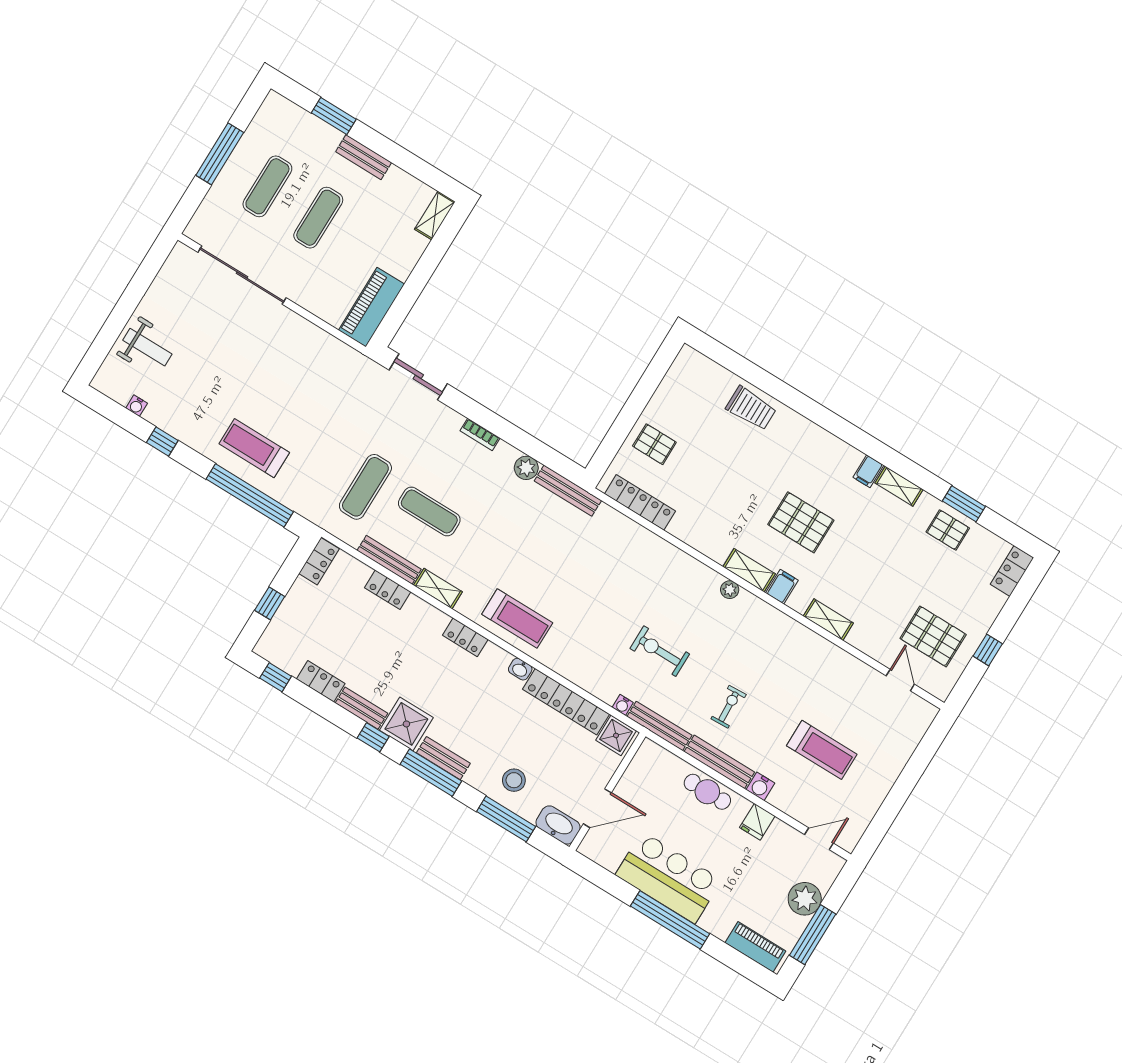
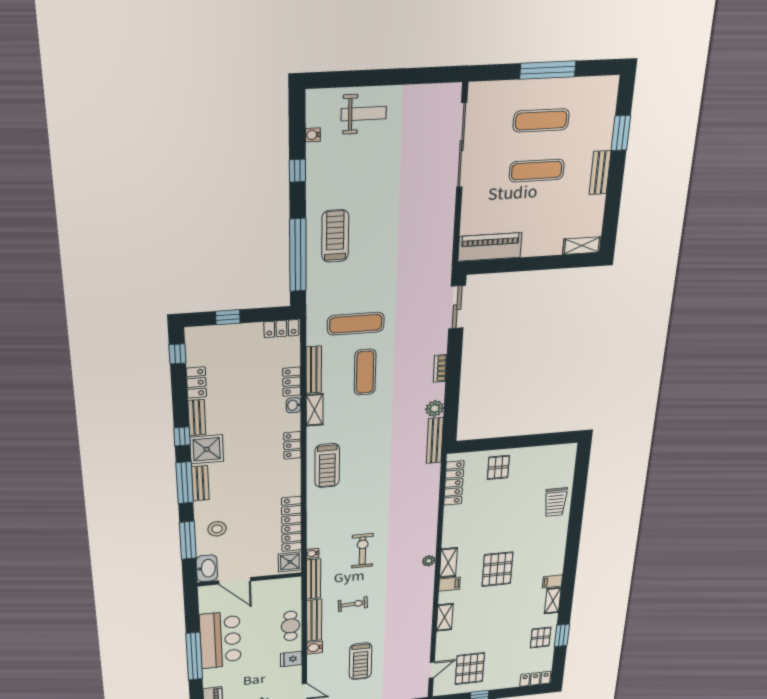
weight bench: (147, 347) -> (364, 114), turned -90
washbasin: (520, 669) -> (294, 405), moved

